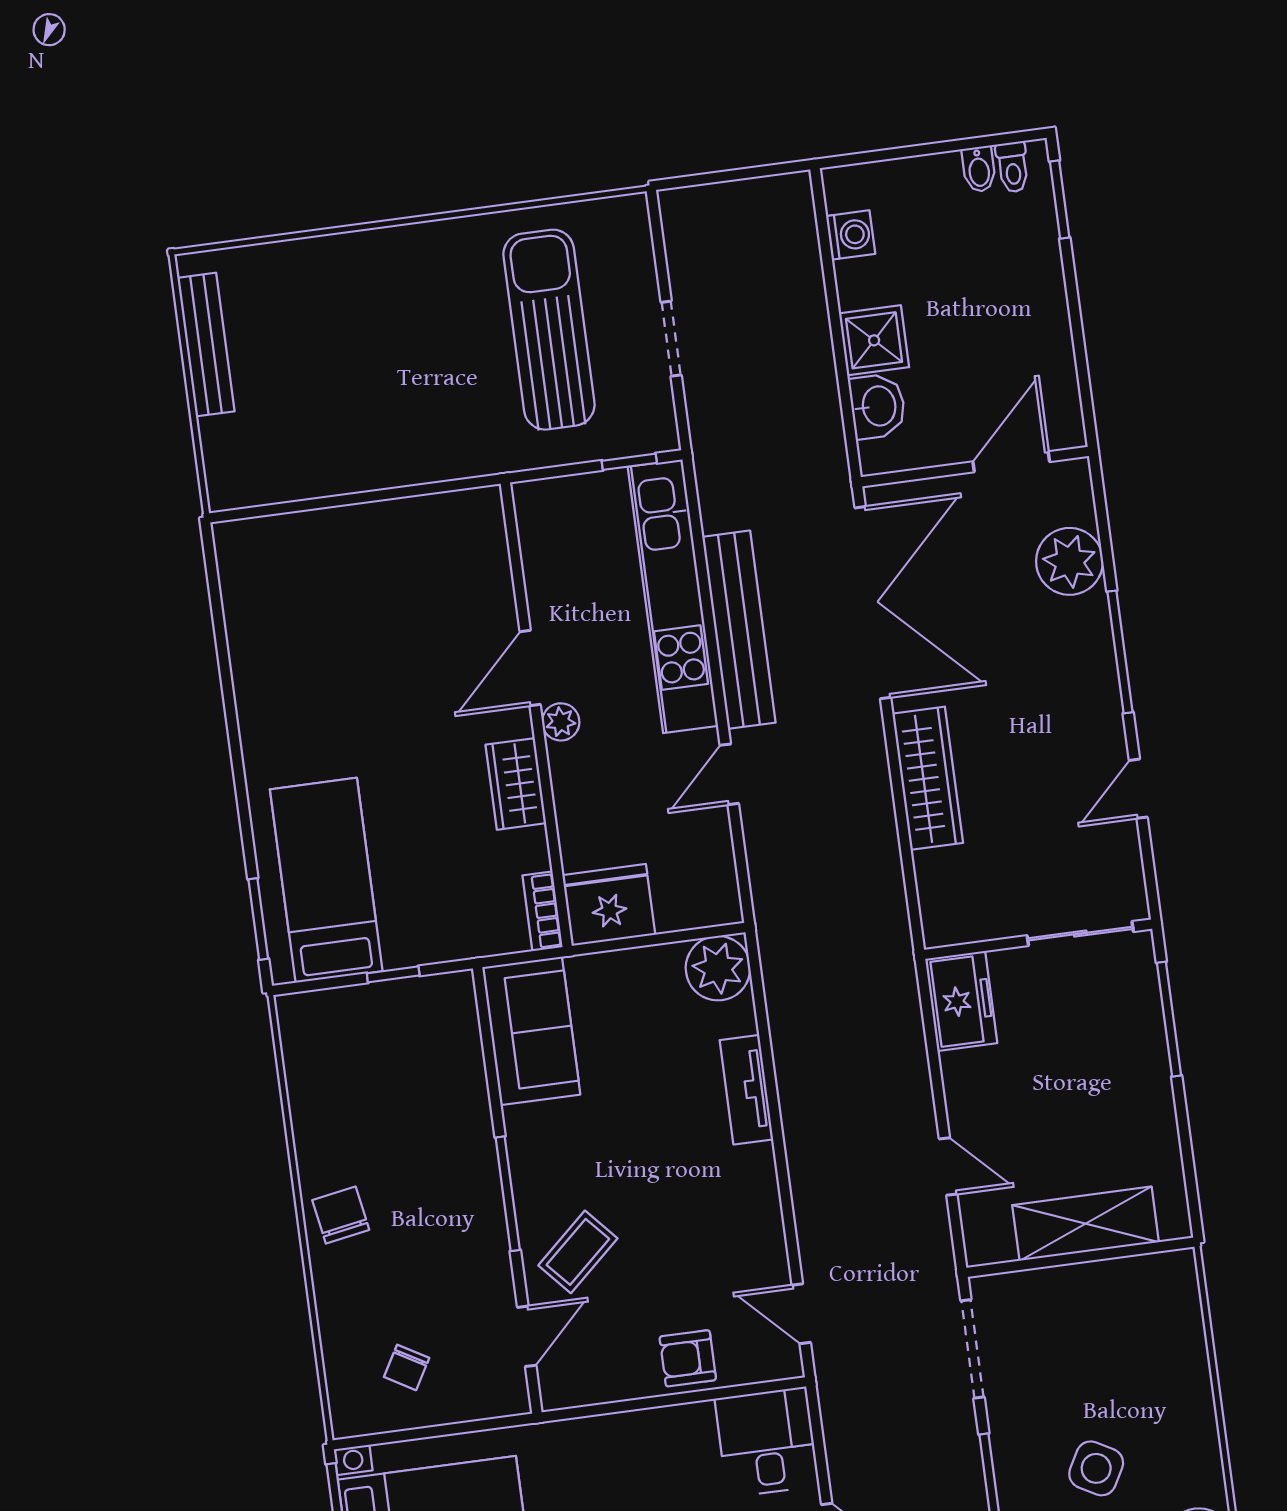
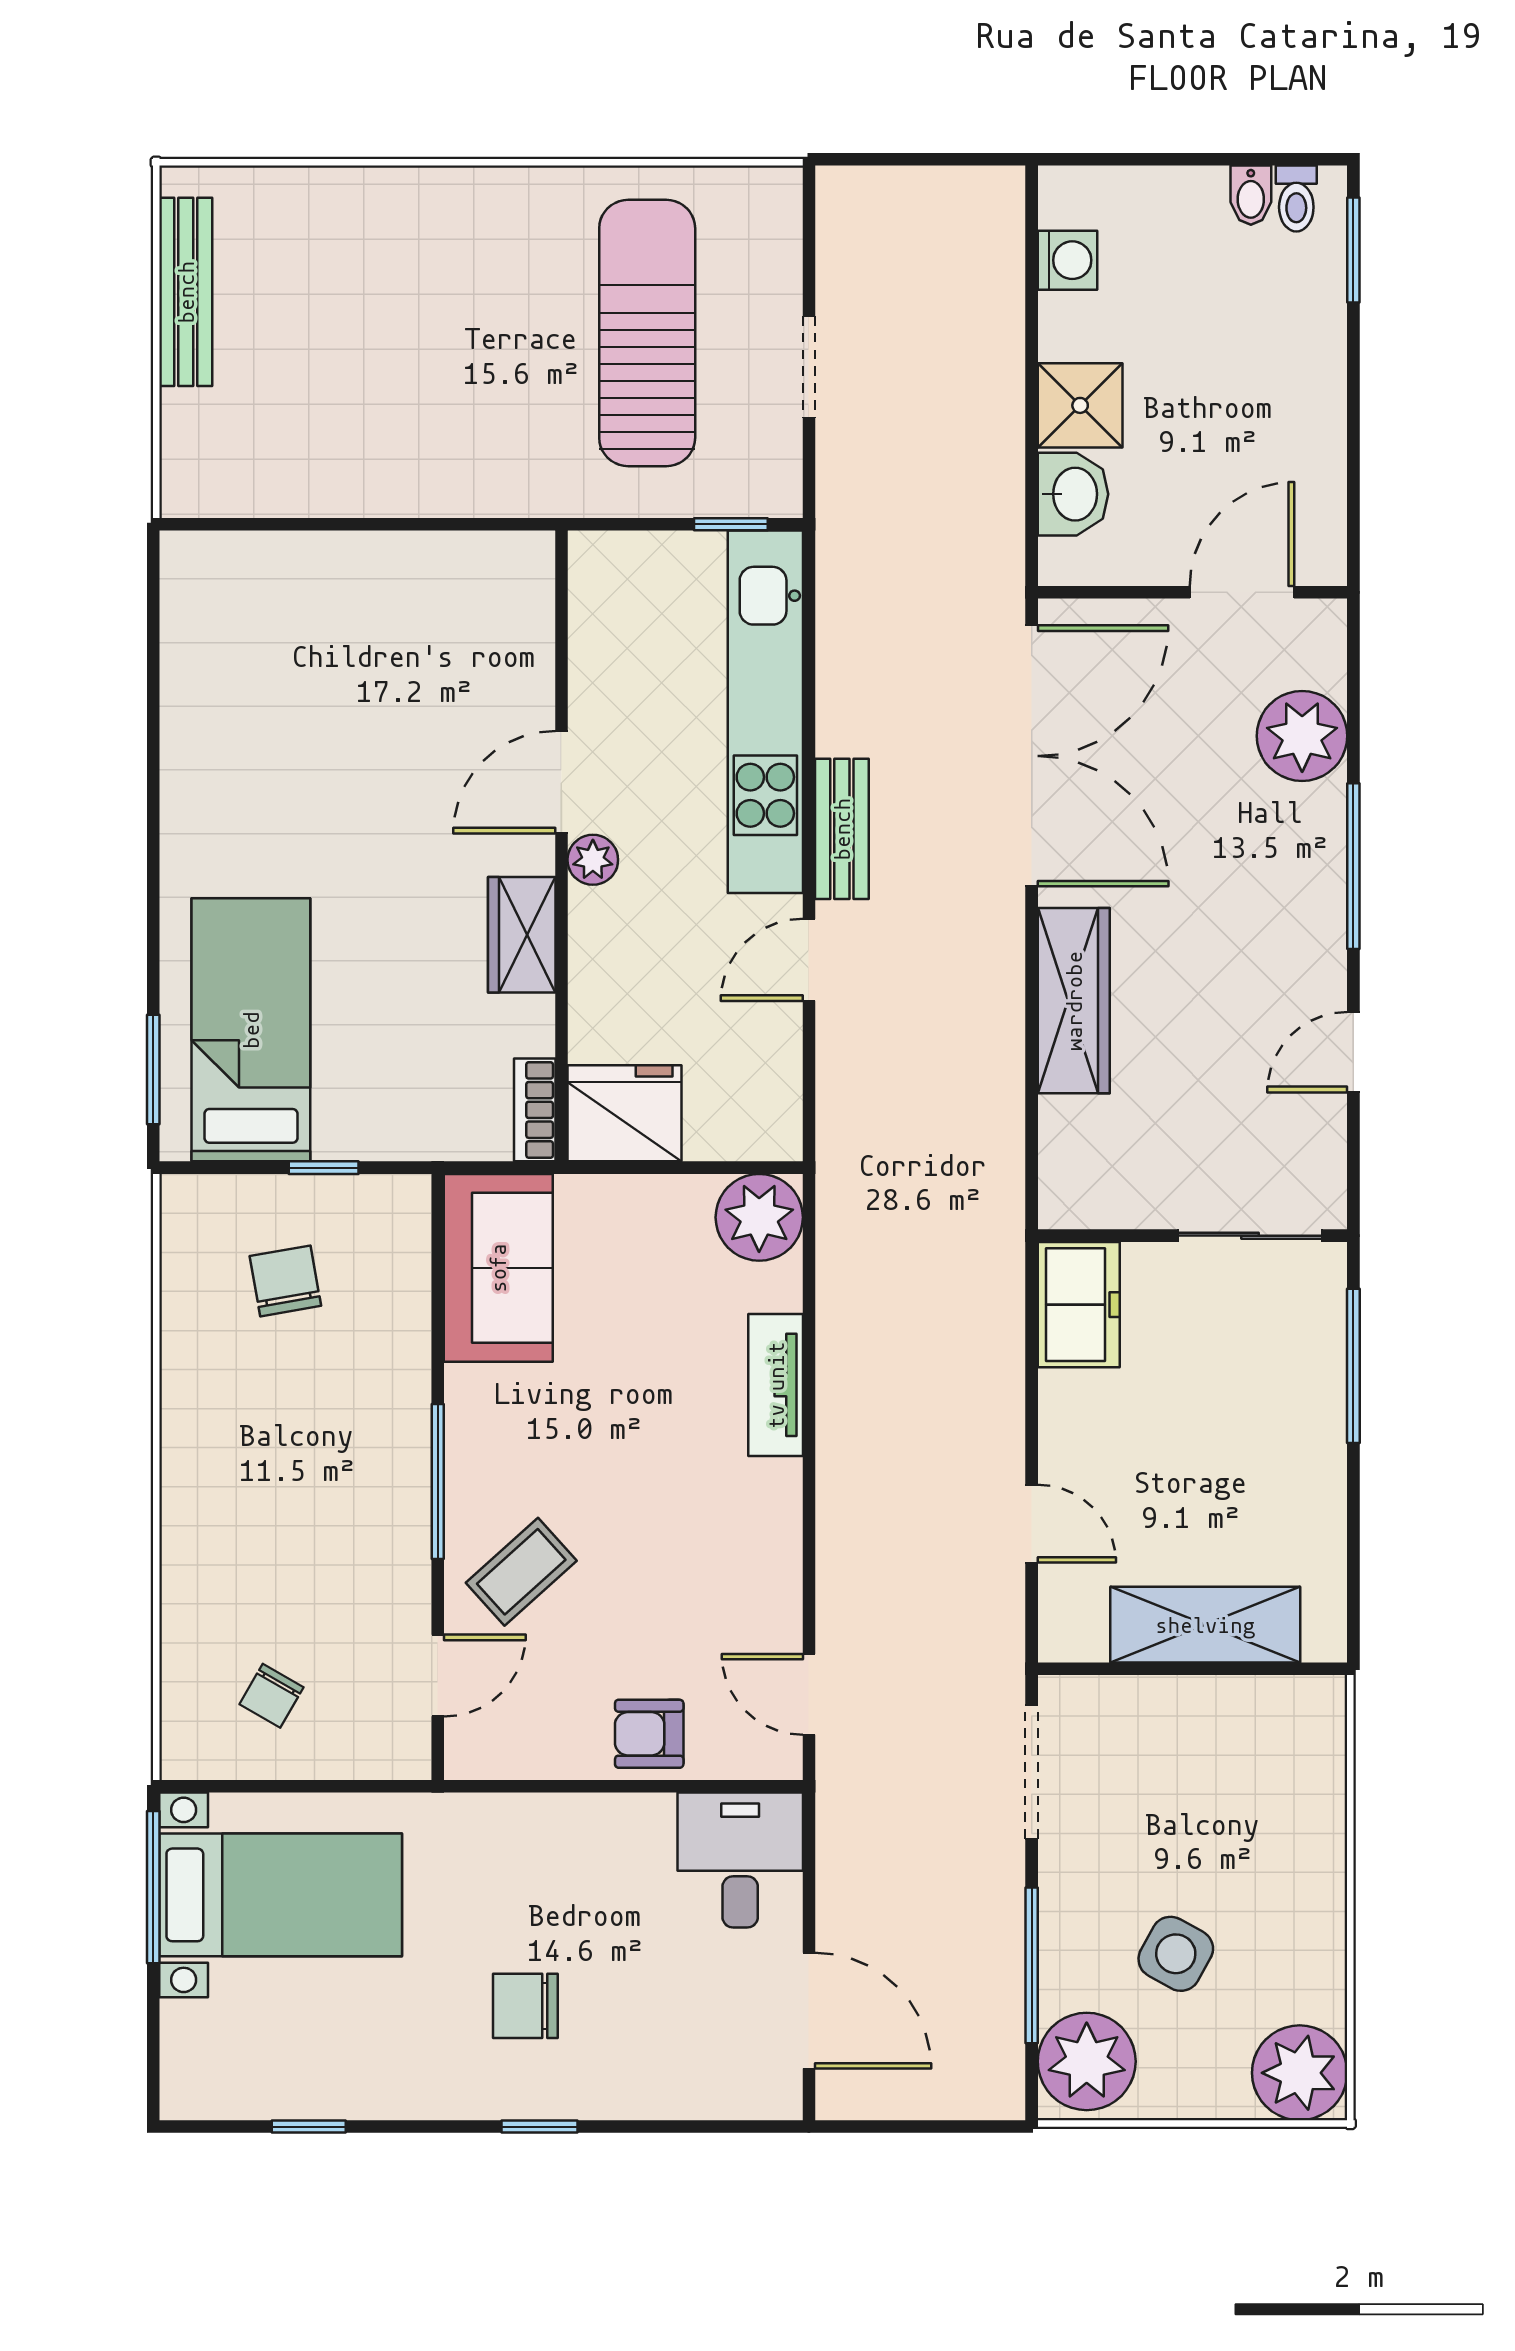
bench: (739, 630) -> (842, 829), width x0.54, depth x0.82
chair: (341, 1215) -> (285, 1281), moved

